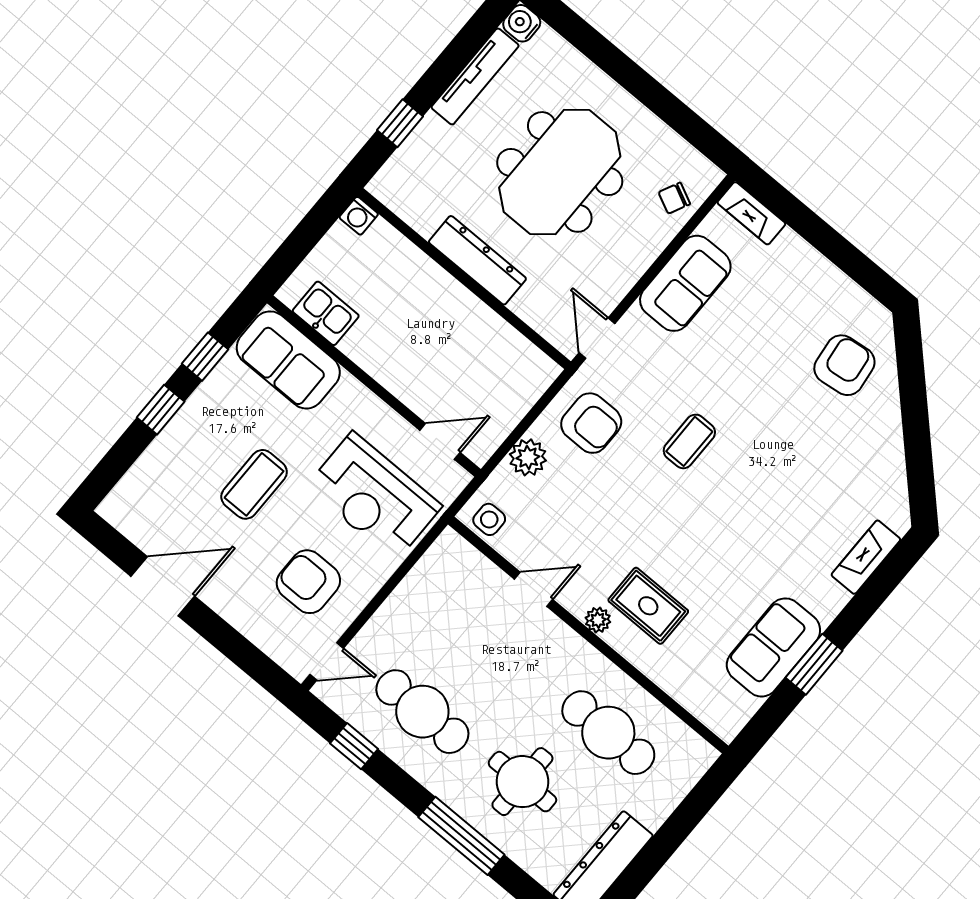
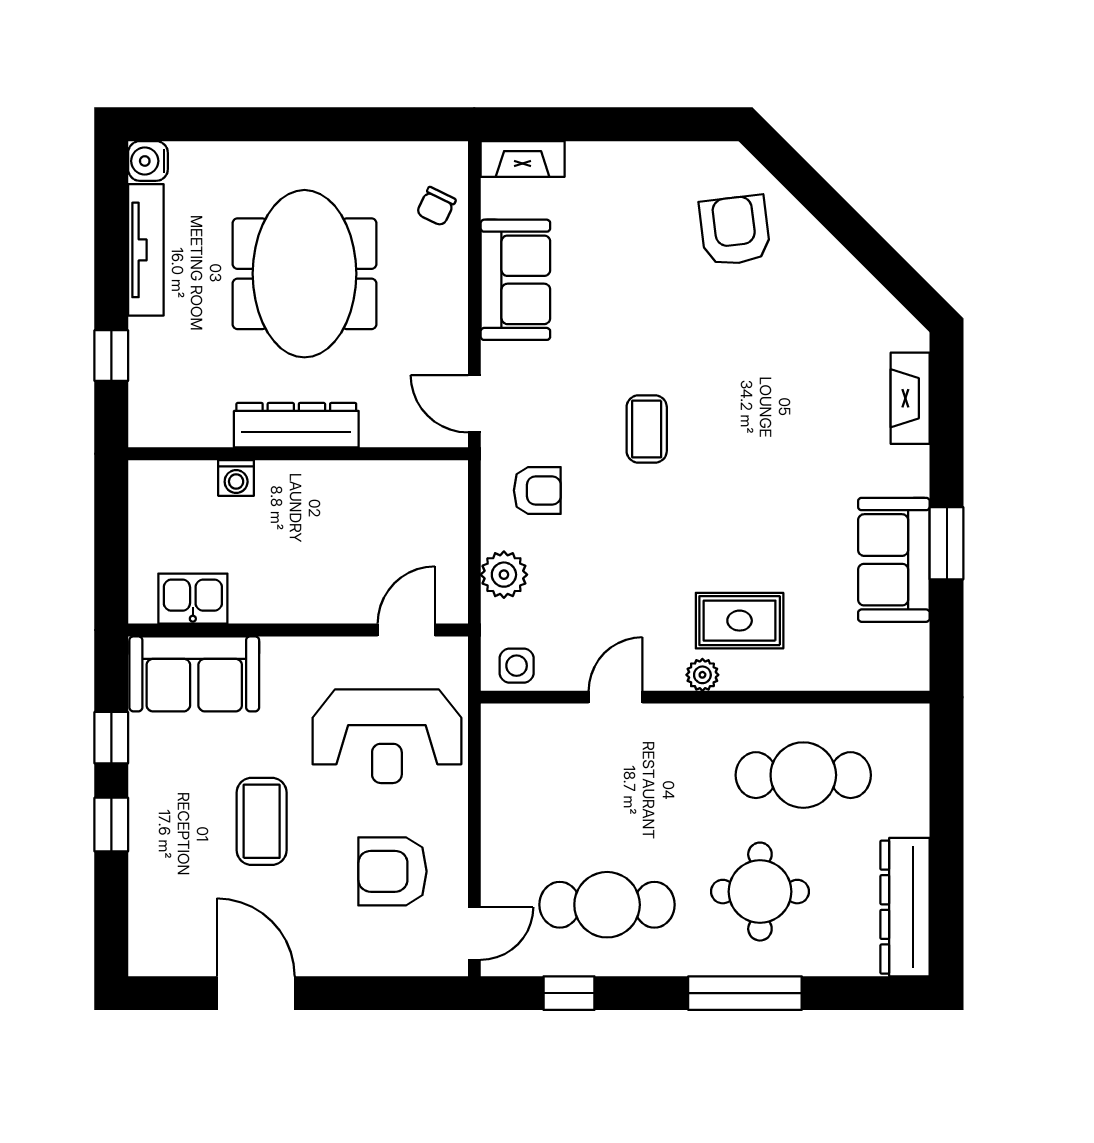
washing machine: (359, 216) -> (236, 478), moved
armchair: (591, 423) -> (537, 490), width x0.72, depth x0.72
door: (163, 586) -> (256, 993), hinge flipped

